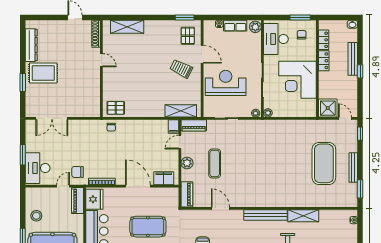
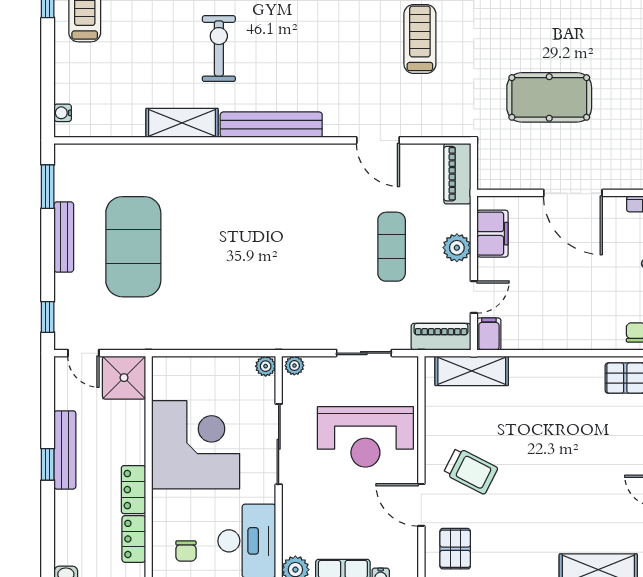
bench: (353, 59) -> (65, 450), moved
filing cabinet: (164, 178) -> (492, 234), moved, turned -90

